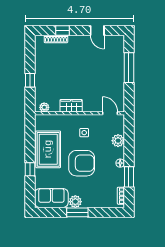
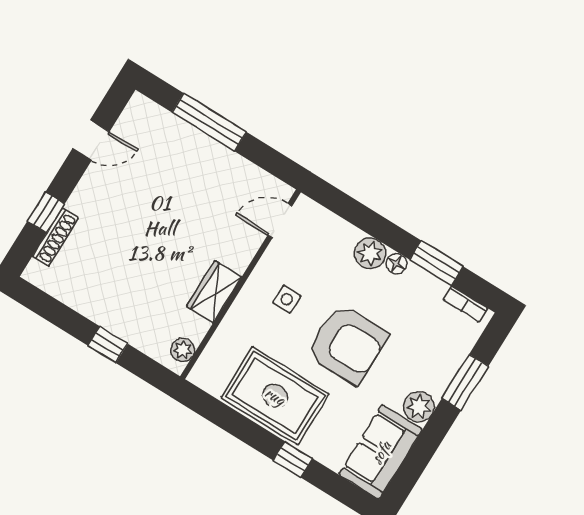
plant: (118, 141) -> (370, 253), moved
armchair: (82, 163) -> (347, 344), turned 90
window: (77, 212) -> (465, 382), moved

